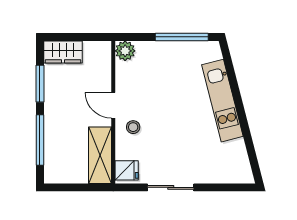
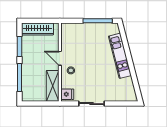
plant: (125, 51) -> (66, 28), removed
wardrobe: (63, 52) -> (38, 29), width x1.50

